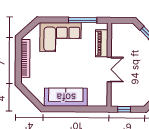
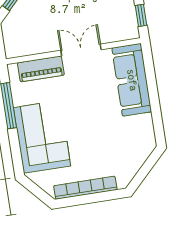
sofa: (66, 97) -> (132, 80), moved

